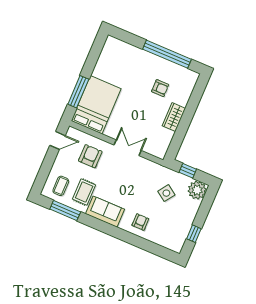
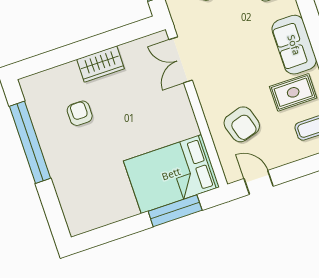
double door: (128, 148) -> (181, 60), moved
armchair: (90, 156) -> (242, 124), turned -107

